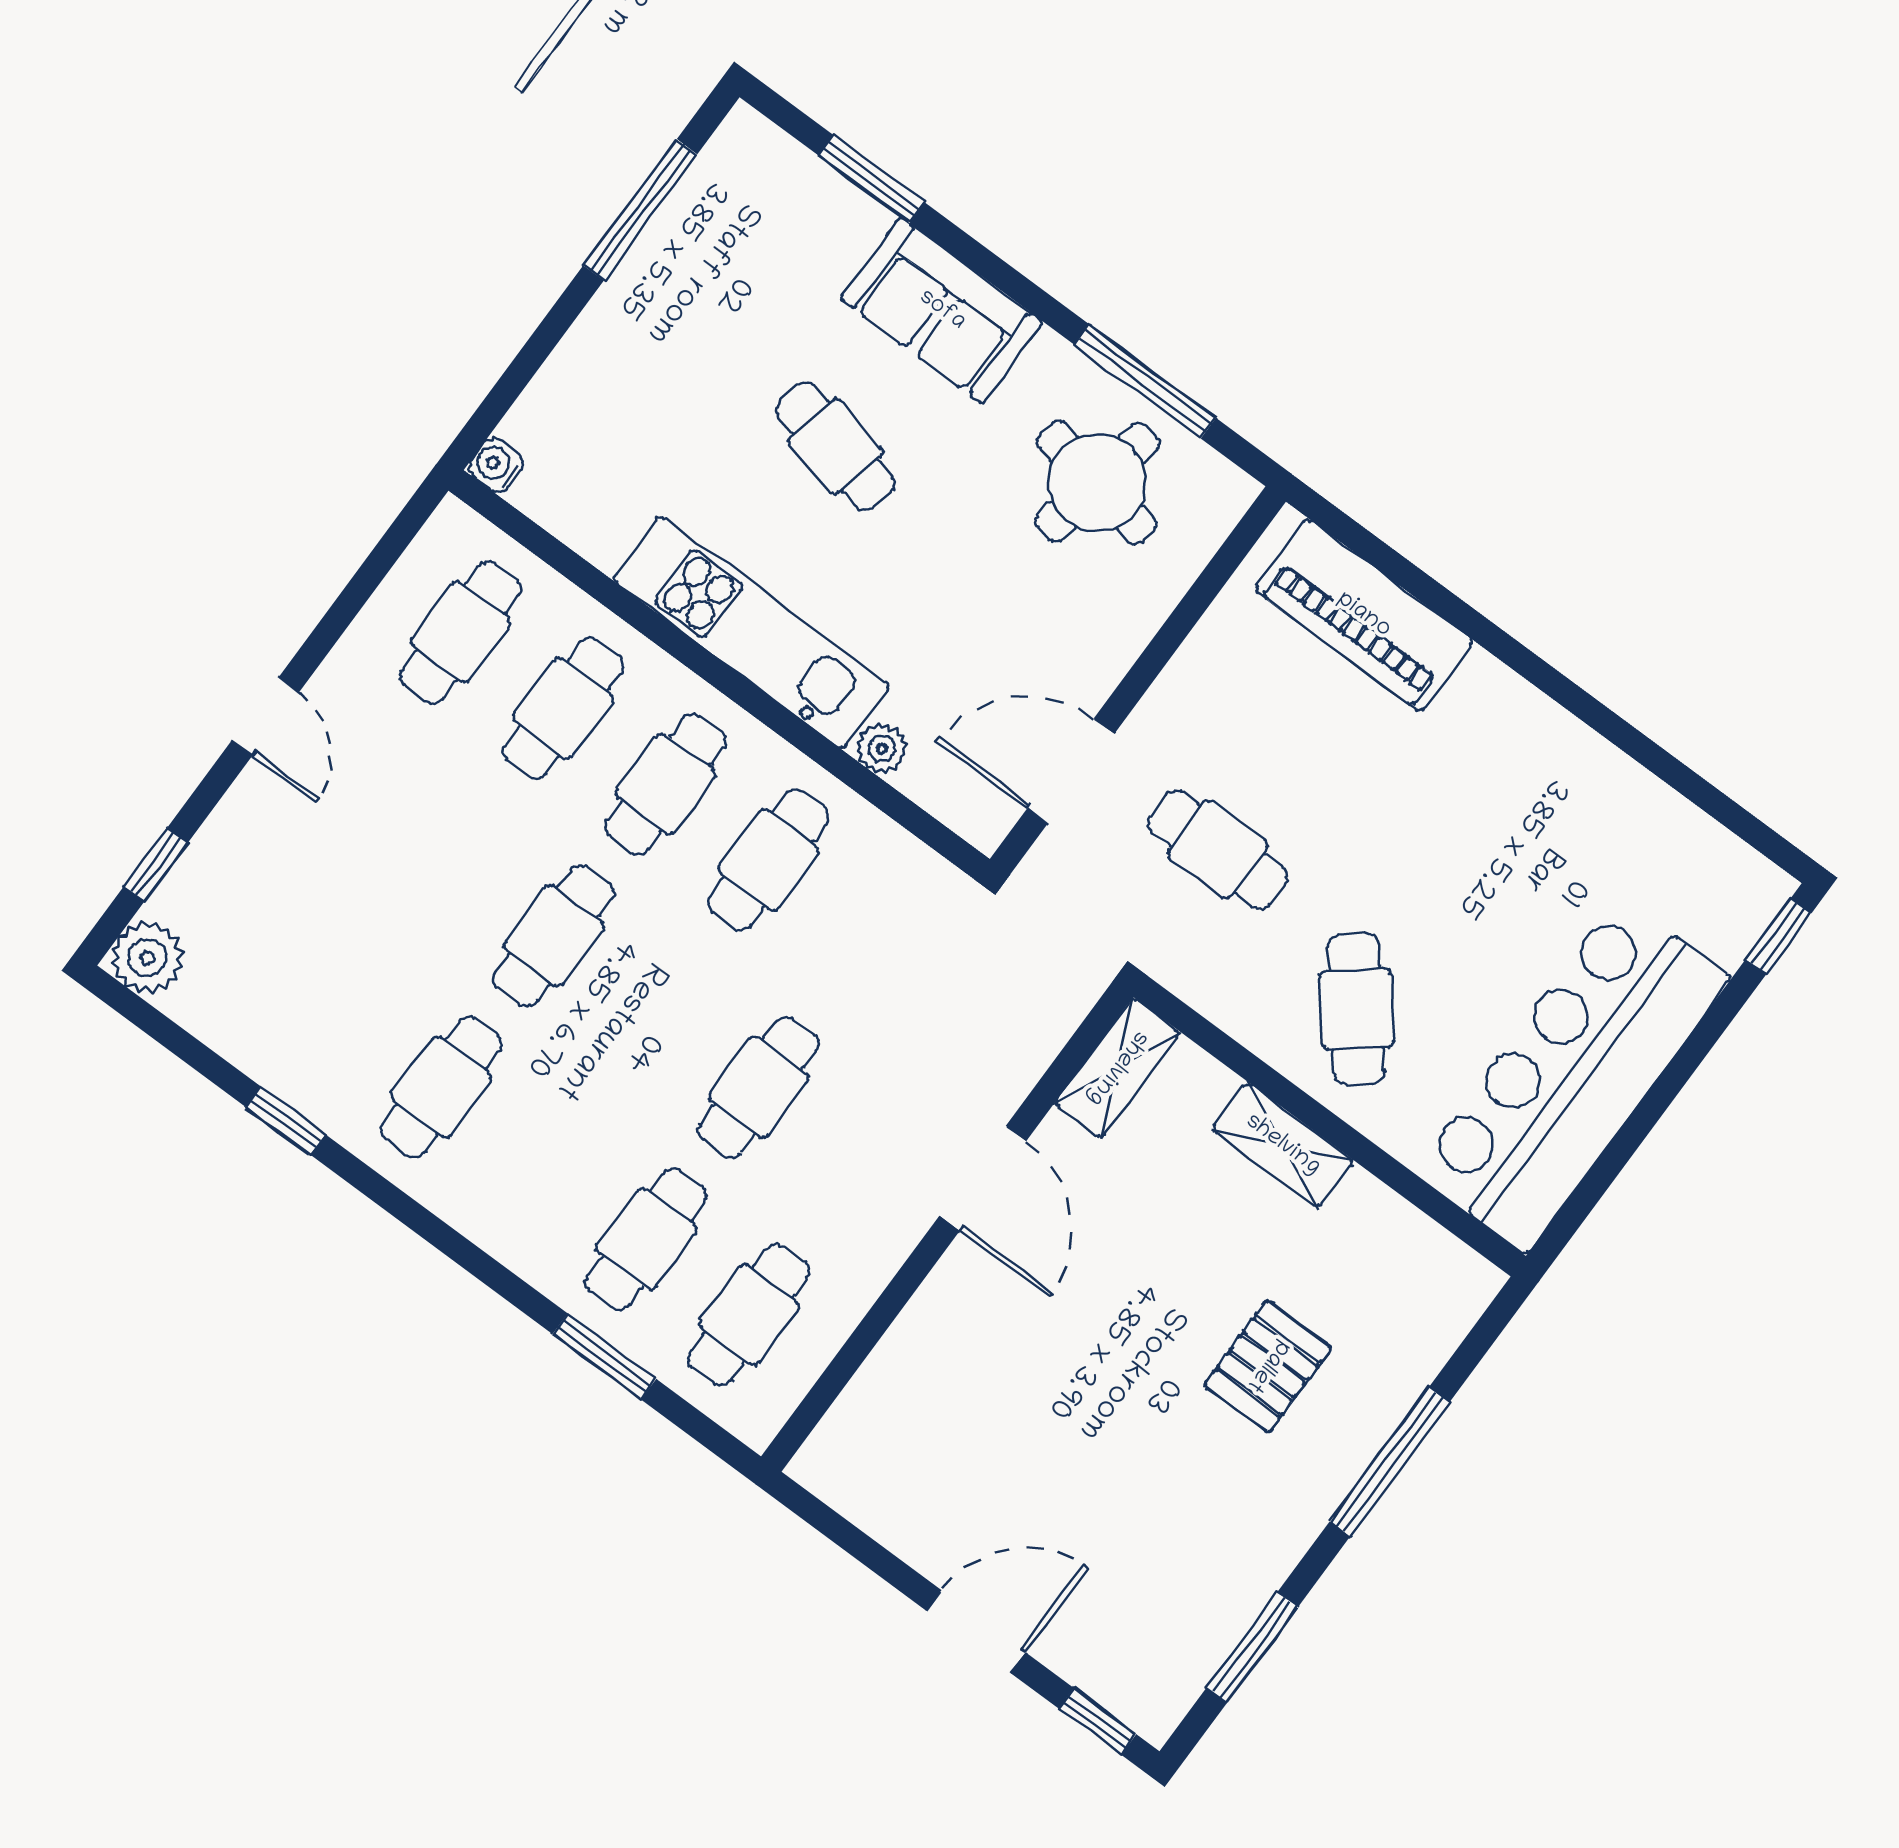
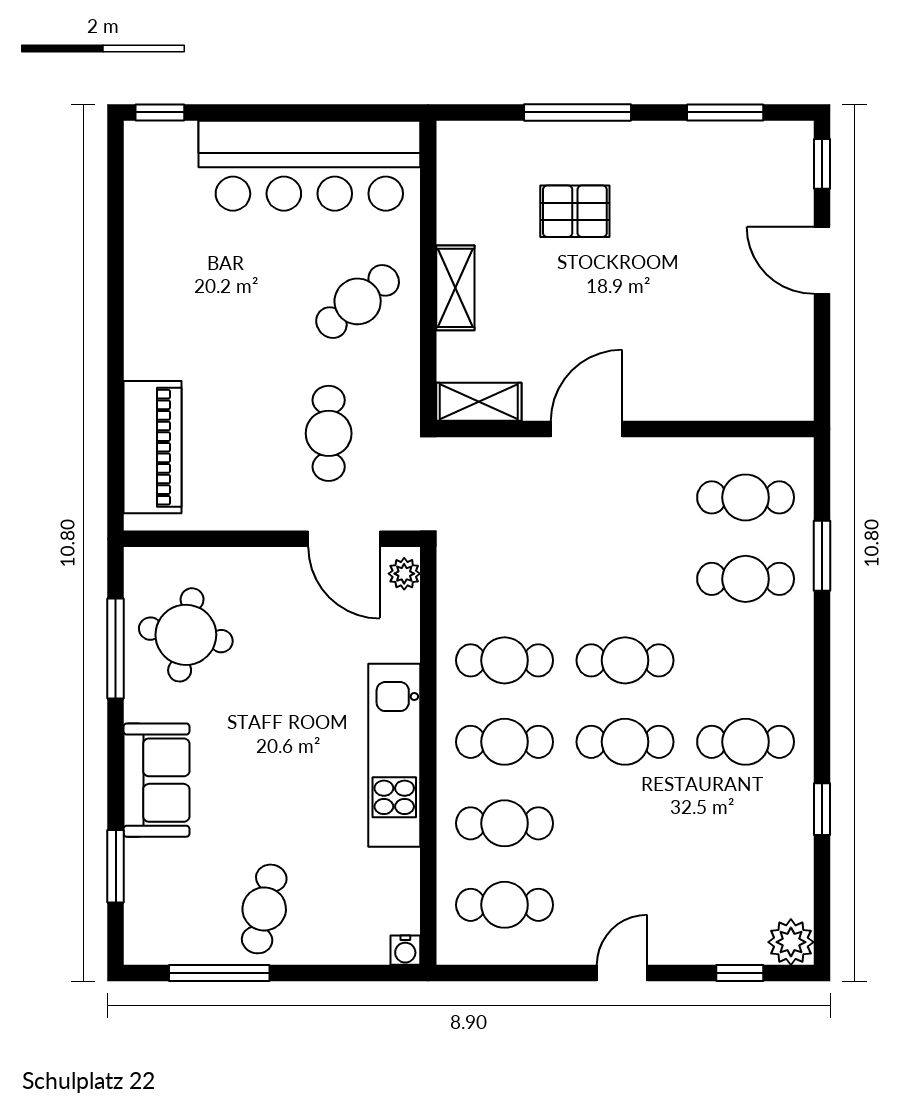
cafe table: (836, 446) -> (264, 909), moved
plant: (882, 748) -> (404, 574), moved
cafe table: (759, 1087) -> (625, 660), moved

